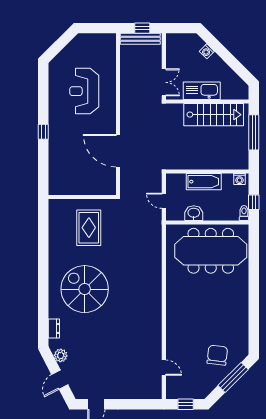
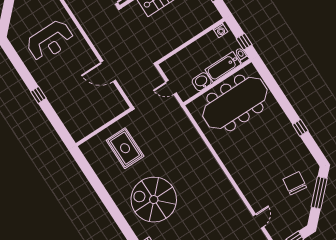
reception desk: (84, 91) -> (50, 41), turned -90
door: (118, 151) -> (108, 71), width x0.73
bathtub: (204, 182) -> (223, 67), moved, turned 180
window: (254, 310) -> (300, 128), added
door: (164, 368) -> (258, 221), hinge flipped

